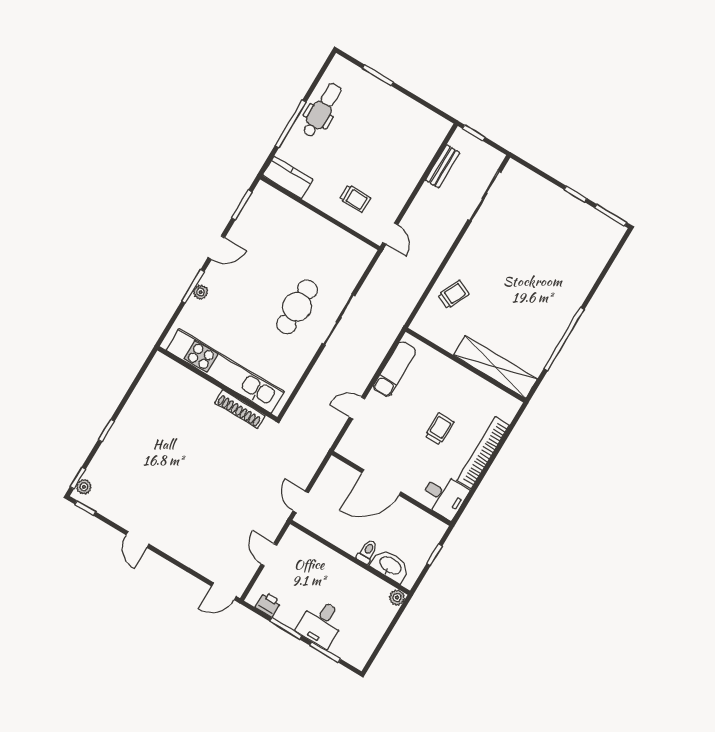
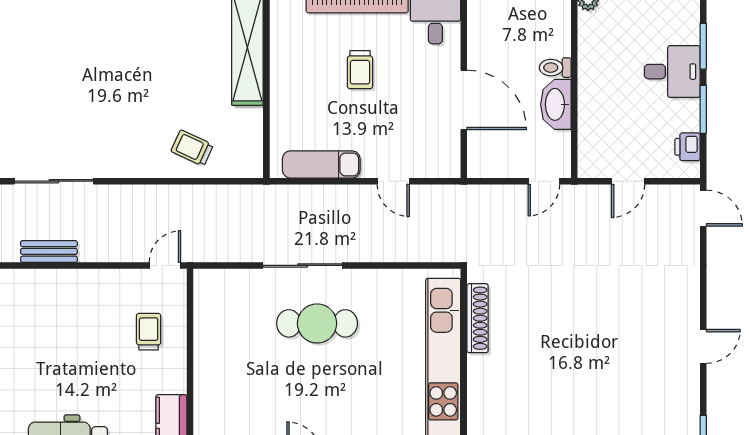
trolley: (439, 429) -> (360, 70), turned -90
washbasin: (390, 566) -> (556, 104), moved

